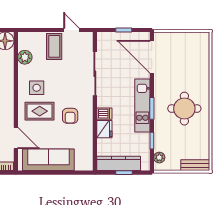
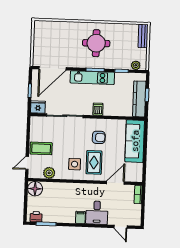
door: (71, 30) -> (27, 163), moved
fridge: (104, 129) -> (38, 107), moved
sofa: (48, 160) -> (135, 141), moved

